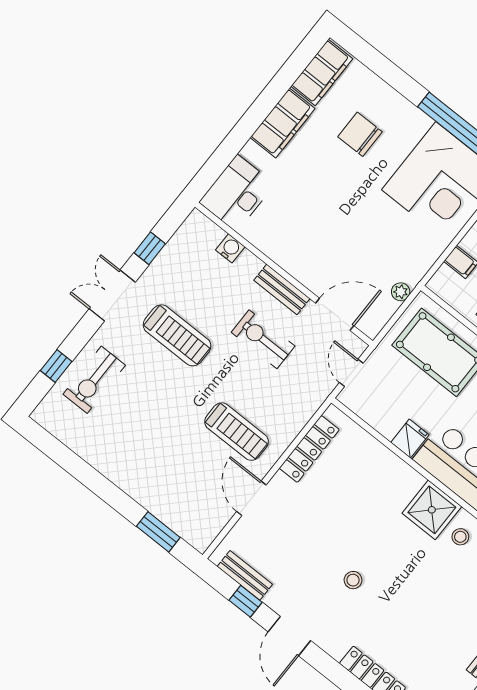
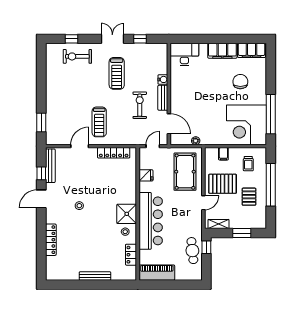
water cooler: (230, 248) -> (163, 79), moved
fridge: (410, 439) -> (146, 175), moved
bench: (245, 575) -> (50, 166), width x1.36

